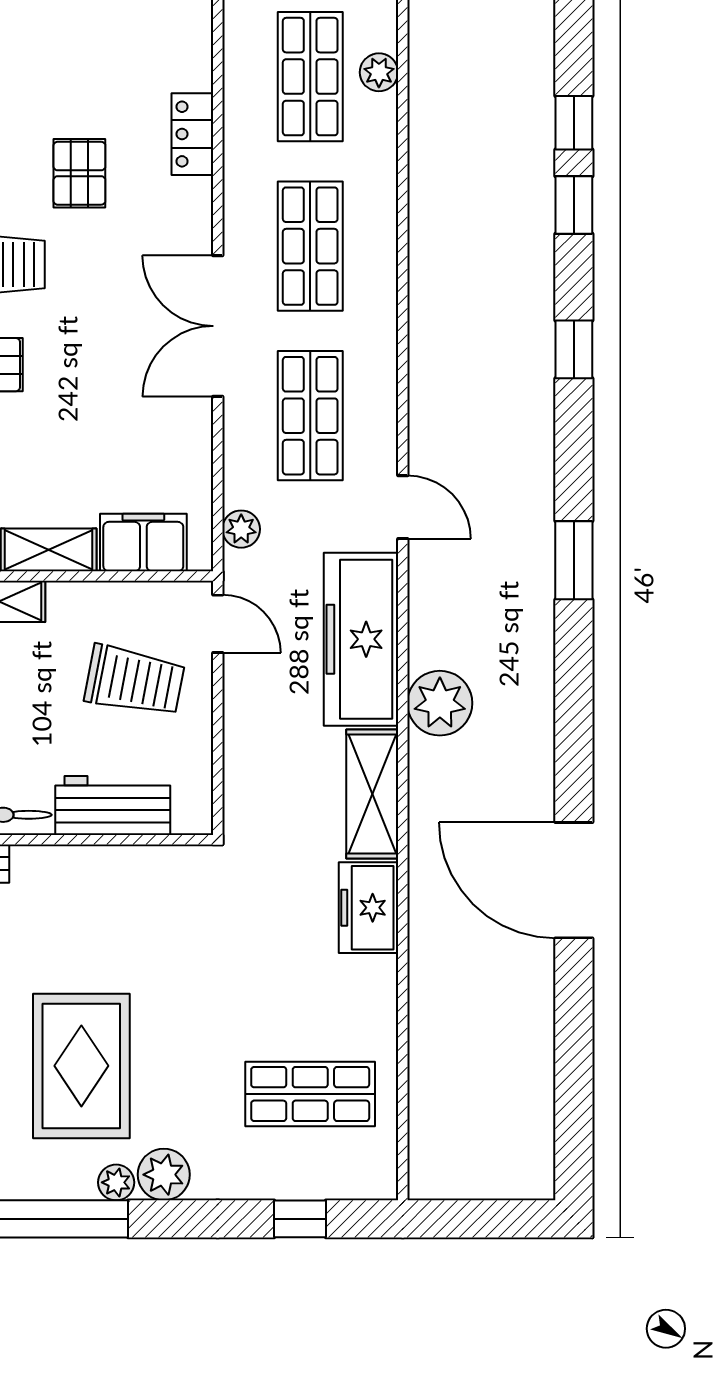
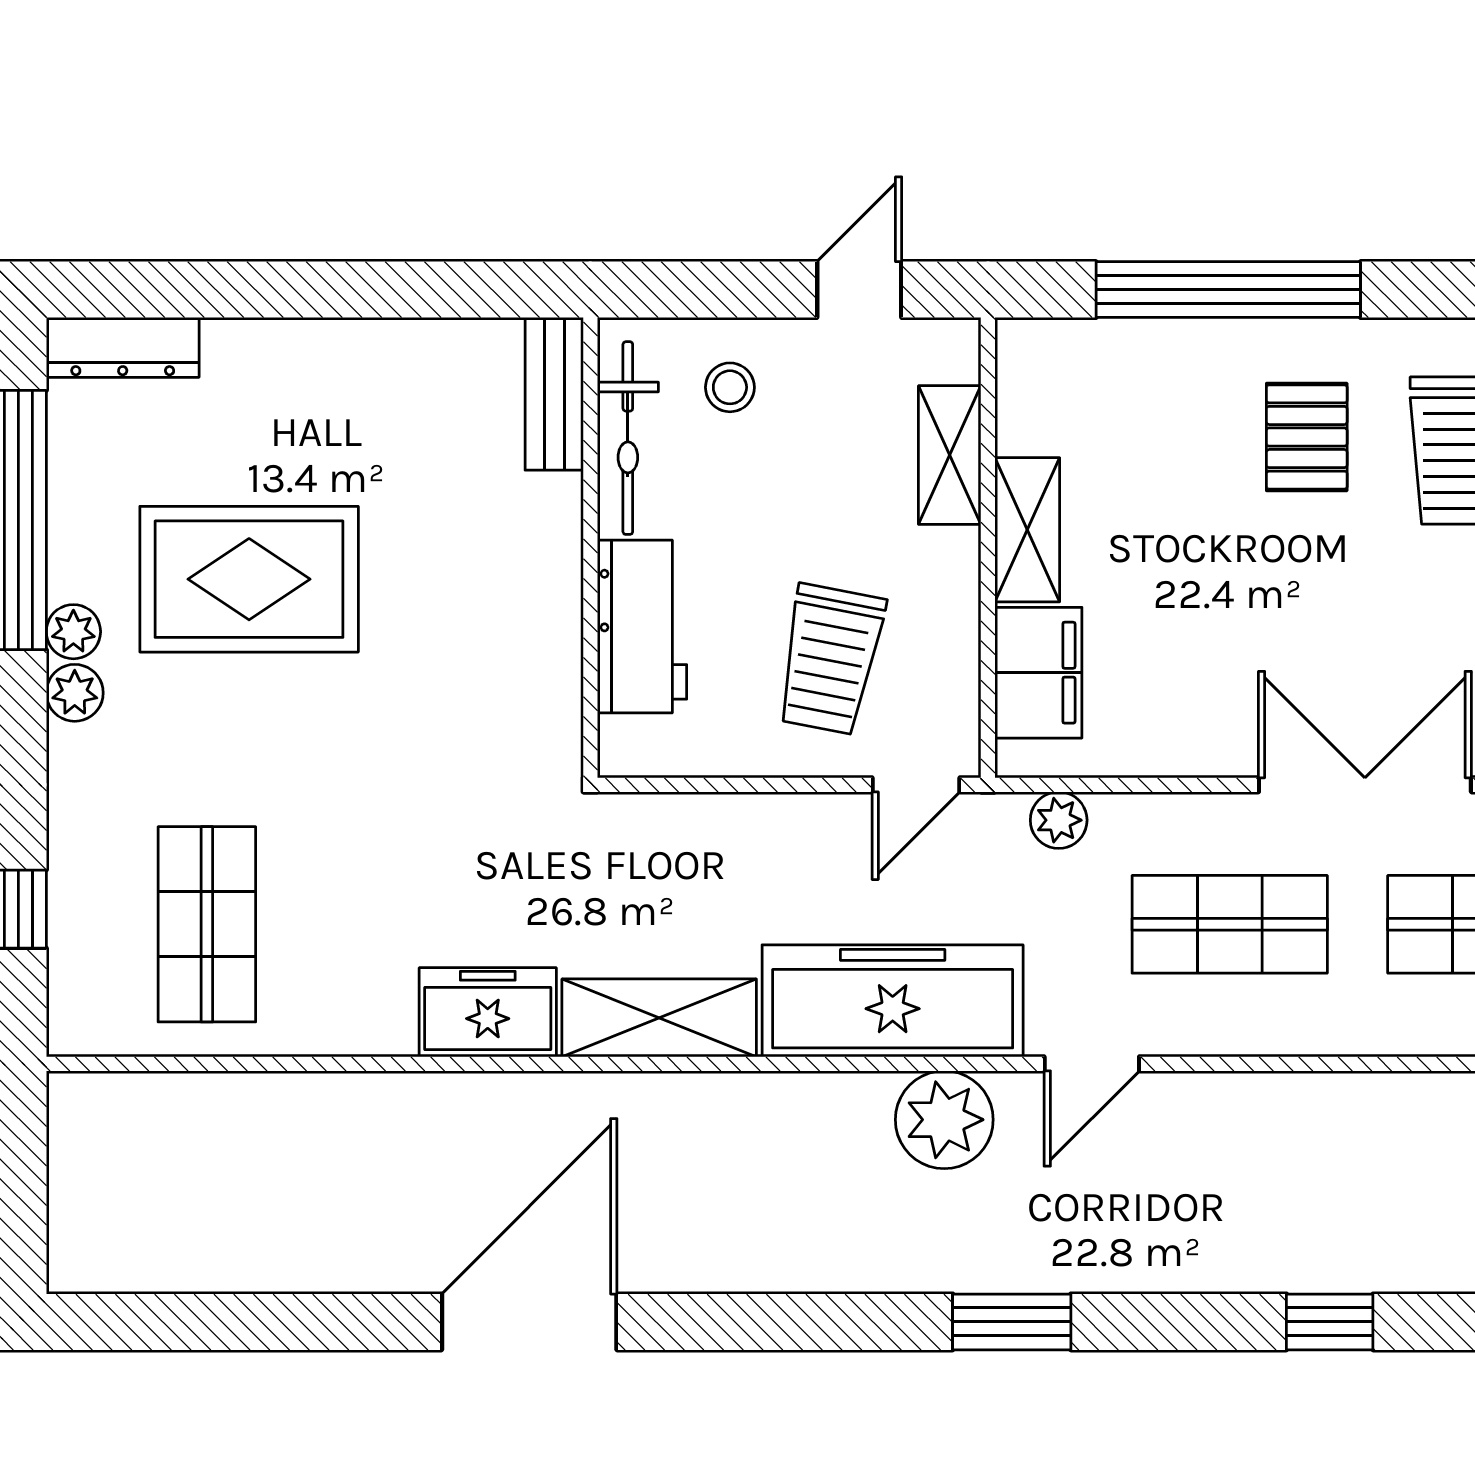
plant: (440, 703) -> (944, 1120), moved
plant: (164, 1175) -> (75, 693), width x0.73, depth x0.73

